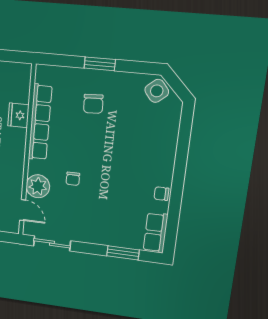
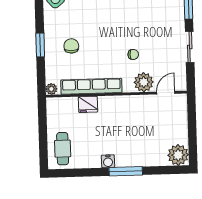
plant: (42, 72) -> (51, 89), added
chair: (93, 104) -> (71, 46), turned -87
sliding door: (52, 243) -> (190, 47), moved

